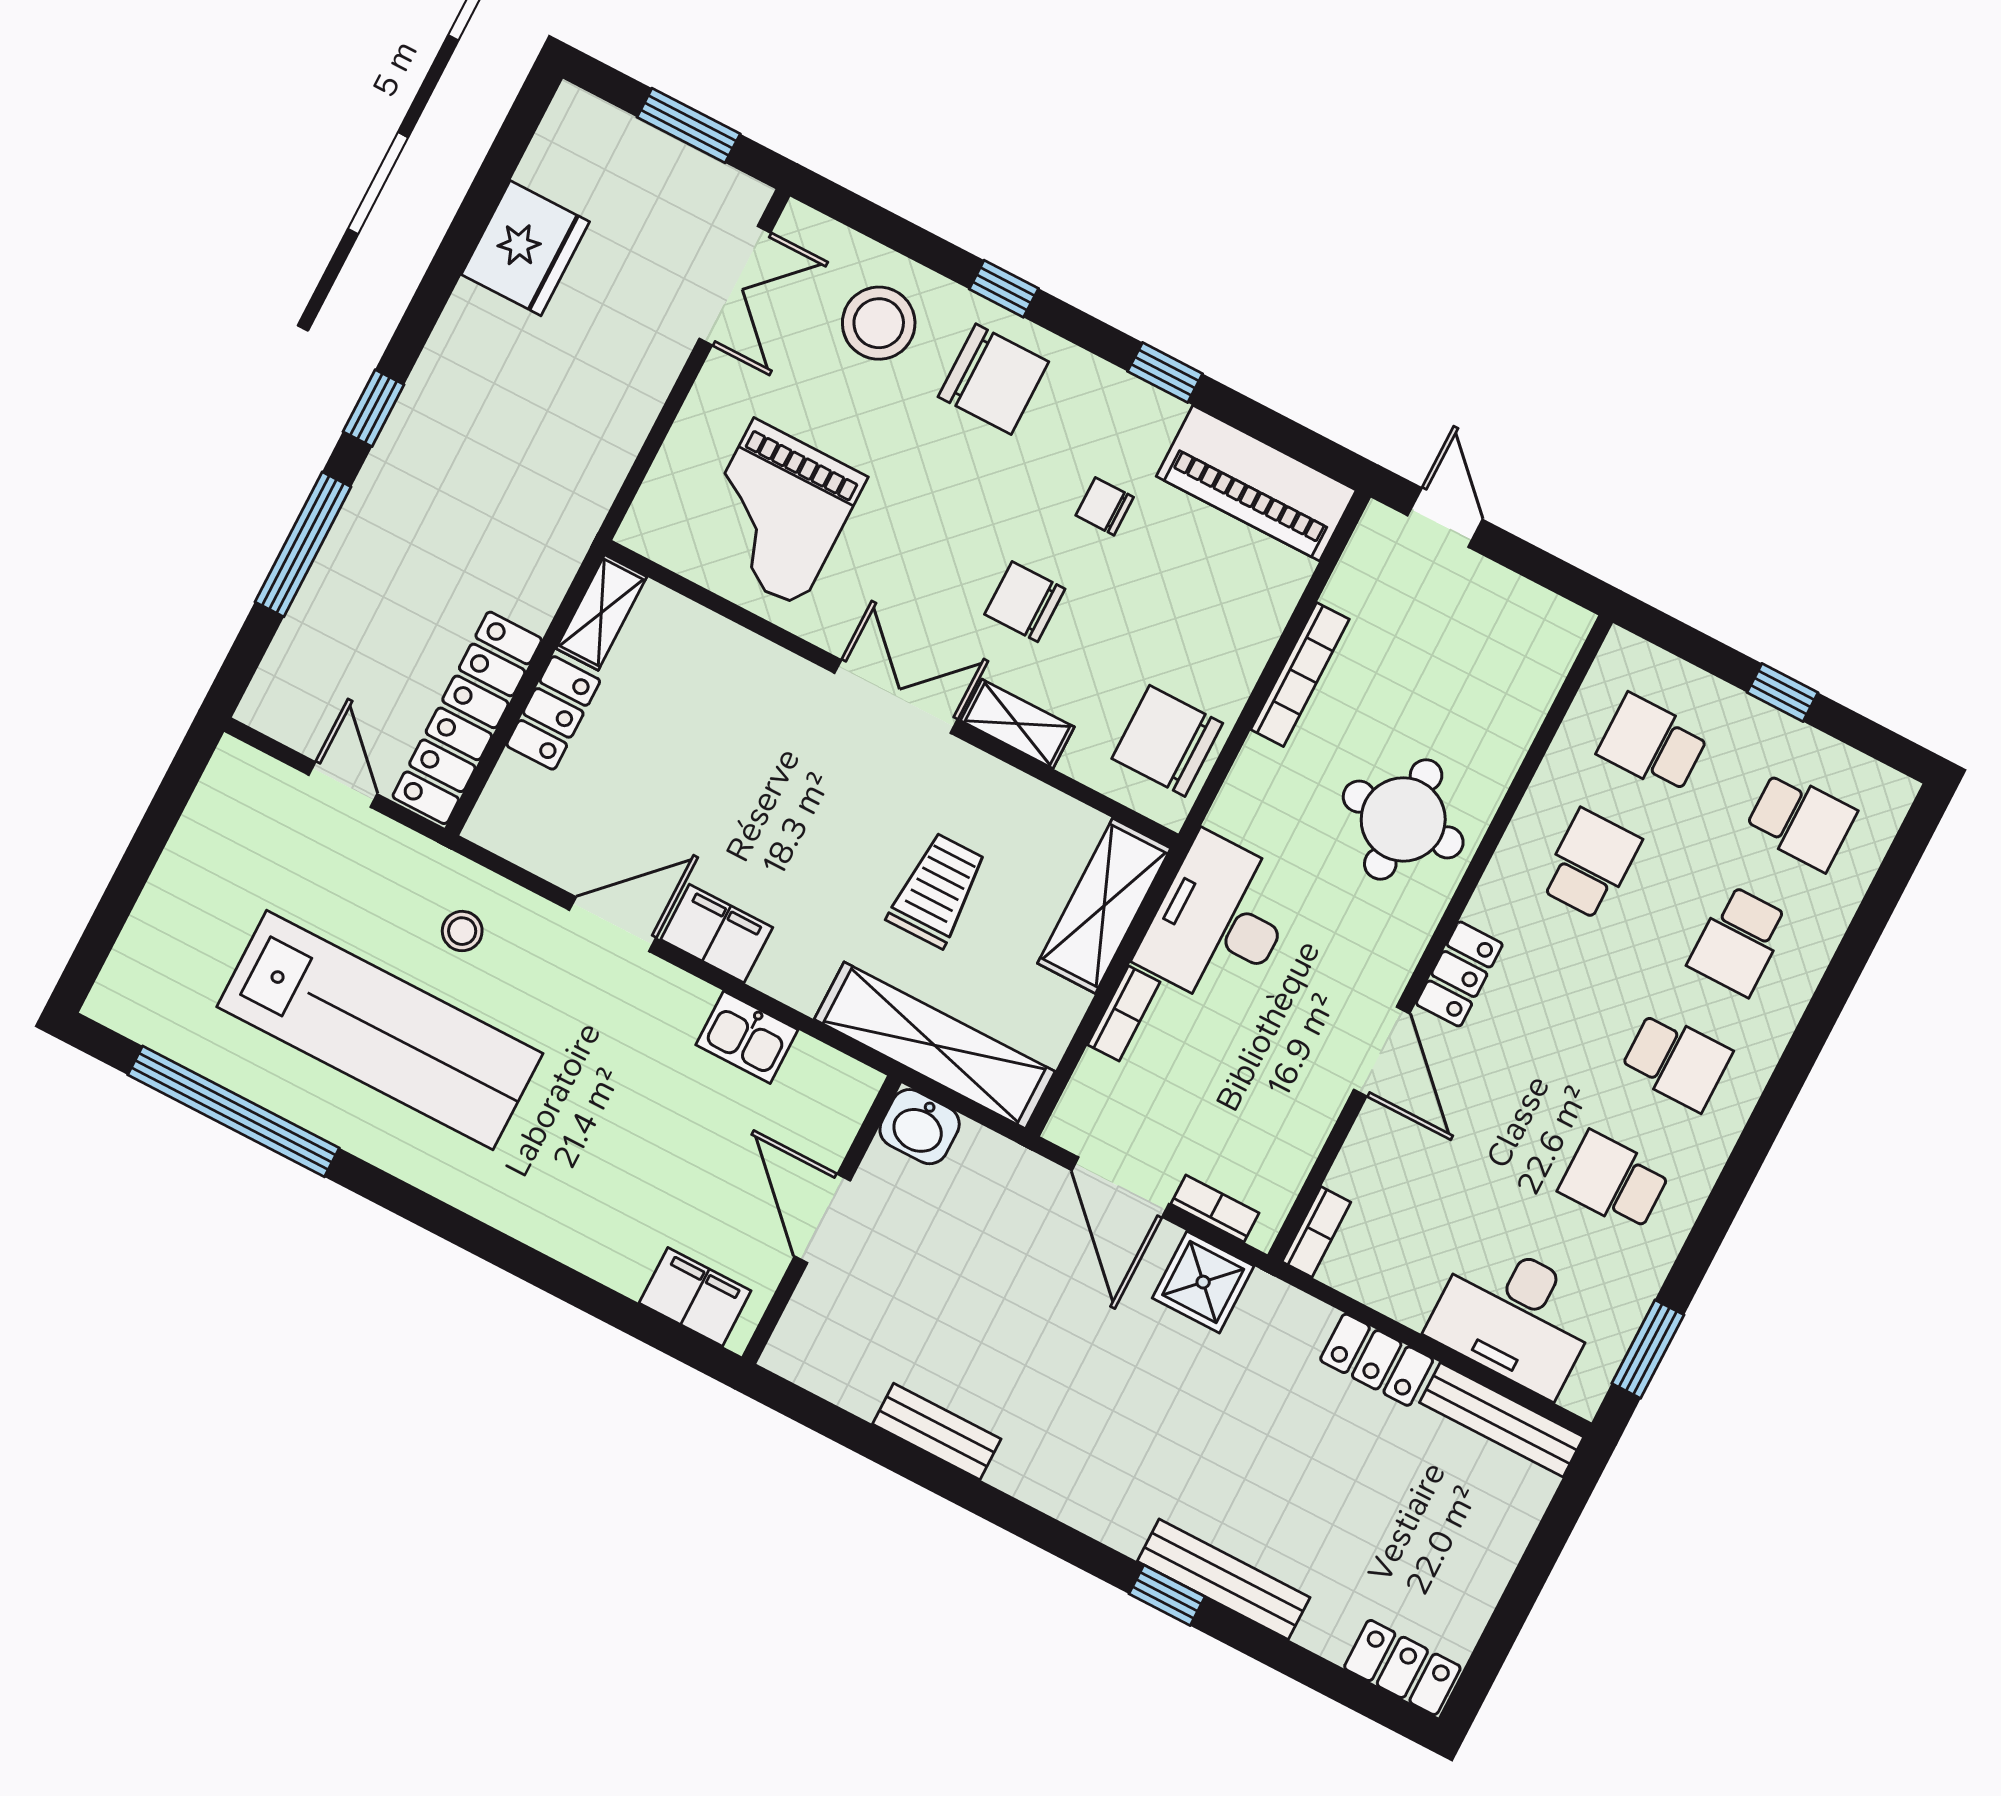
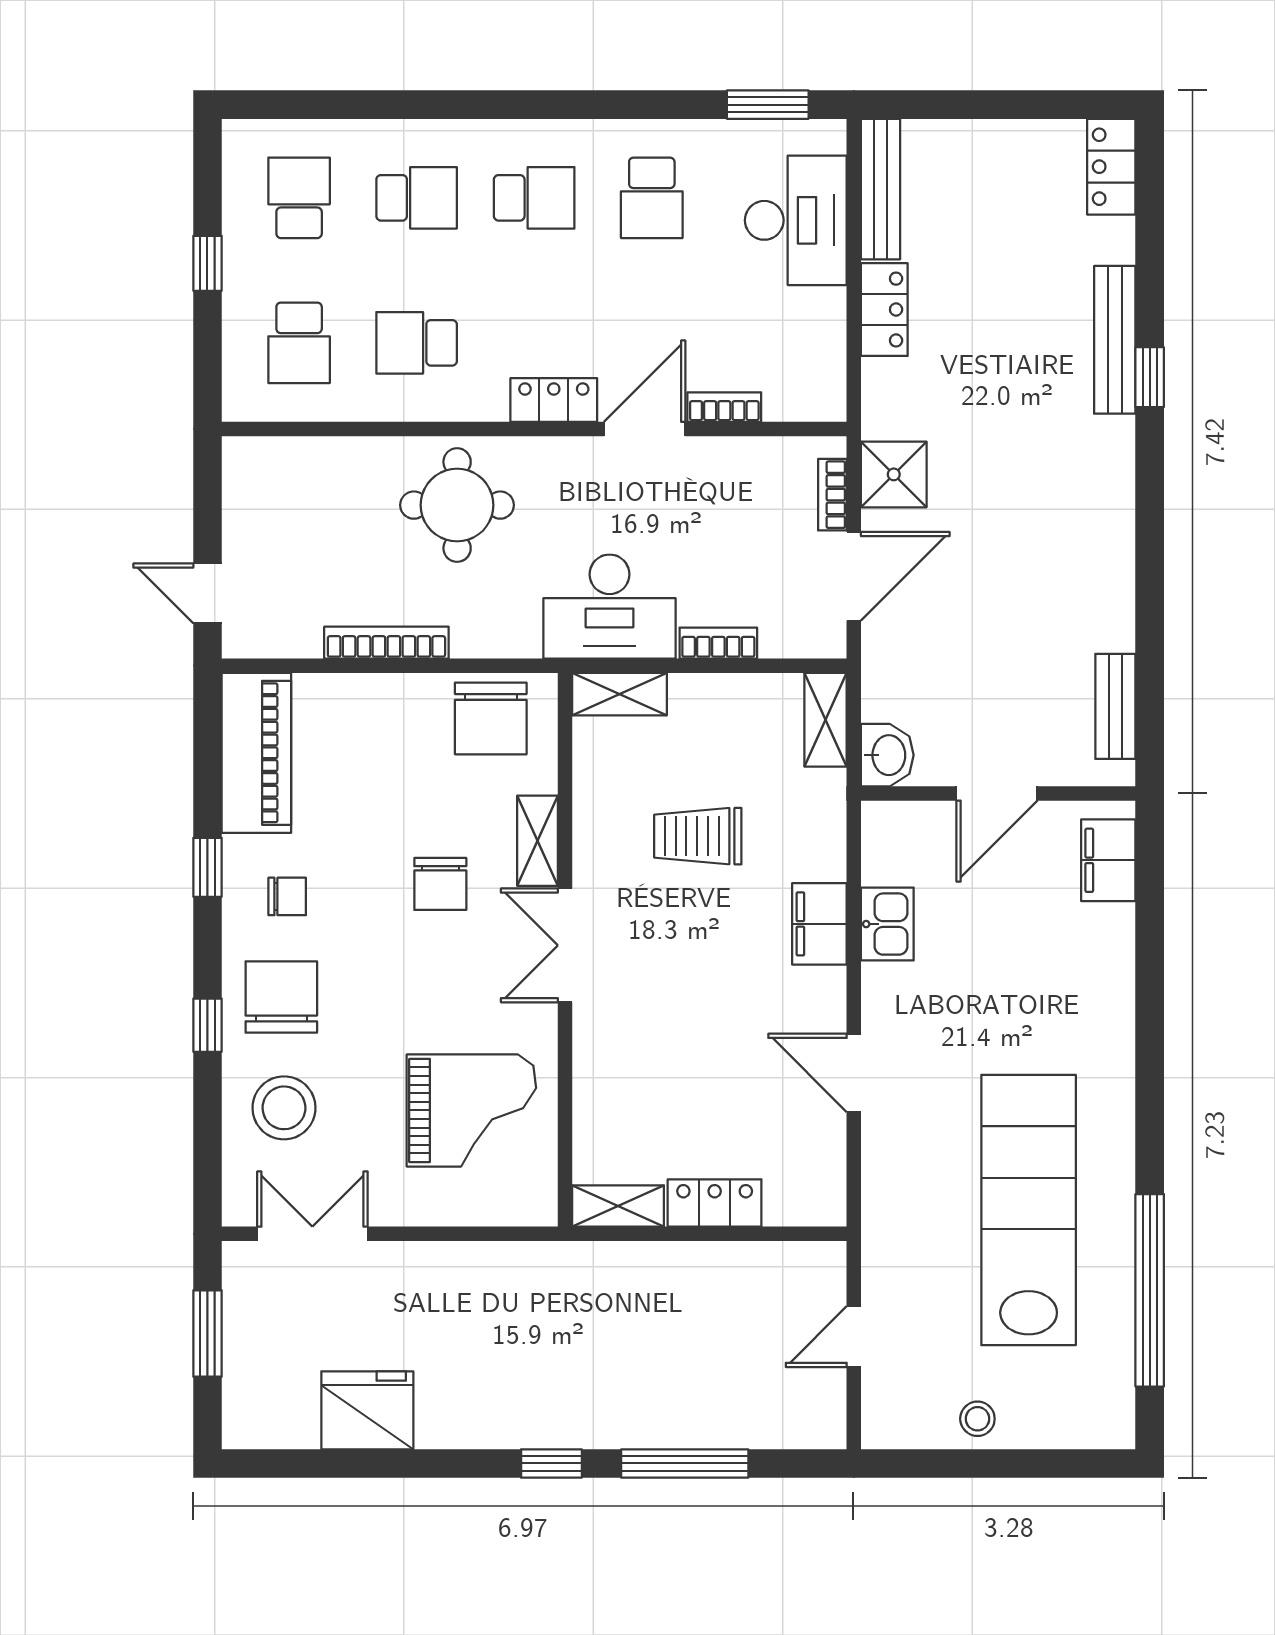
chair: (1105, 506) -> (287, 896), moved, turned -90
door: (1445, 518) -> (207, 593), hinge flipped
locker: (467, 718) -> (753, 1267), removed
shelving: (1104, 906) -> (619, 694), width x0.67, depth x0.75
stool: (462, 931) -> (977, 1419), moved
filing cabinet: (717, 934) -> (819, 924), moved
shelving: (935, 1045) -> (826, 720), width x0.45, depth x0.75
school desk: (1676, 1061) -> (534, 198), turned 90
bookcase: (1316, 1232) -> (724, 407), moved
bench: (937, 1431) -> (1115, 706), moved

